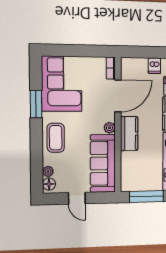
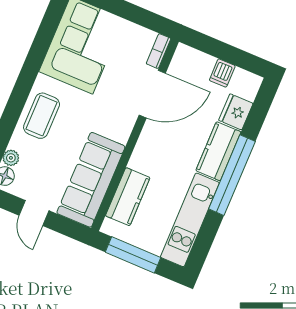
window: (36, 104) -> (35, 58), removed
plant: (109, 128) -> (122, 134), removed
kitchen counter: (129, 134) -> (128, 197), moved

